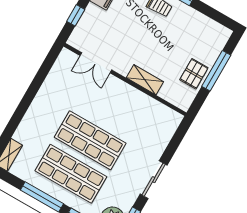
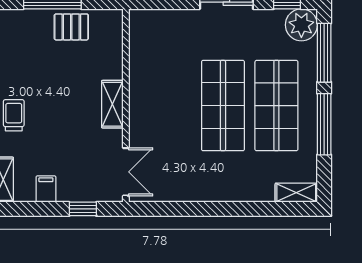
double door: (96, 63) -> (126, 172), moved
shelving: (145, 80) -> (112, 104), moved

